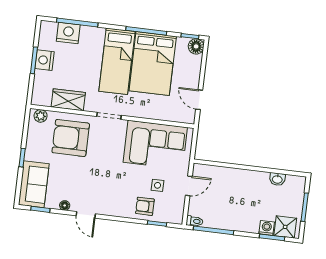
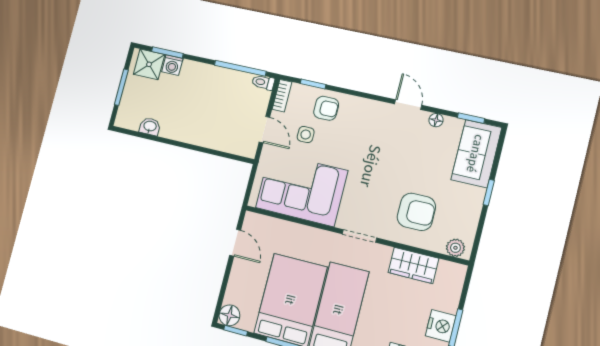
armchair: (71, 138) -> (416, 212), width x0.73, depth x0.73
door: (189, 186) -> (264, 130), swing flipped
bookcase: (179, 213) -> (282, 96), added

